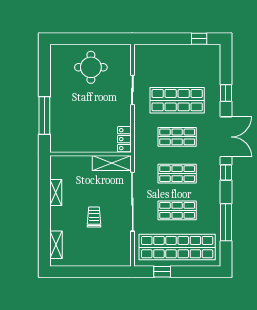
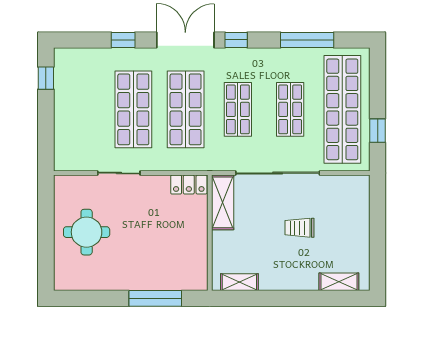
shop shelf: (177, 137) -> (186, 109), width x1.43, depth x1.36
shelving: (56, 193) -> (239, 282), moved

